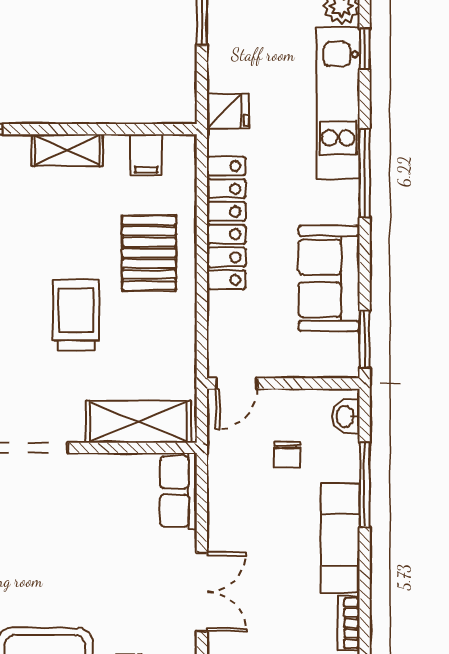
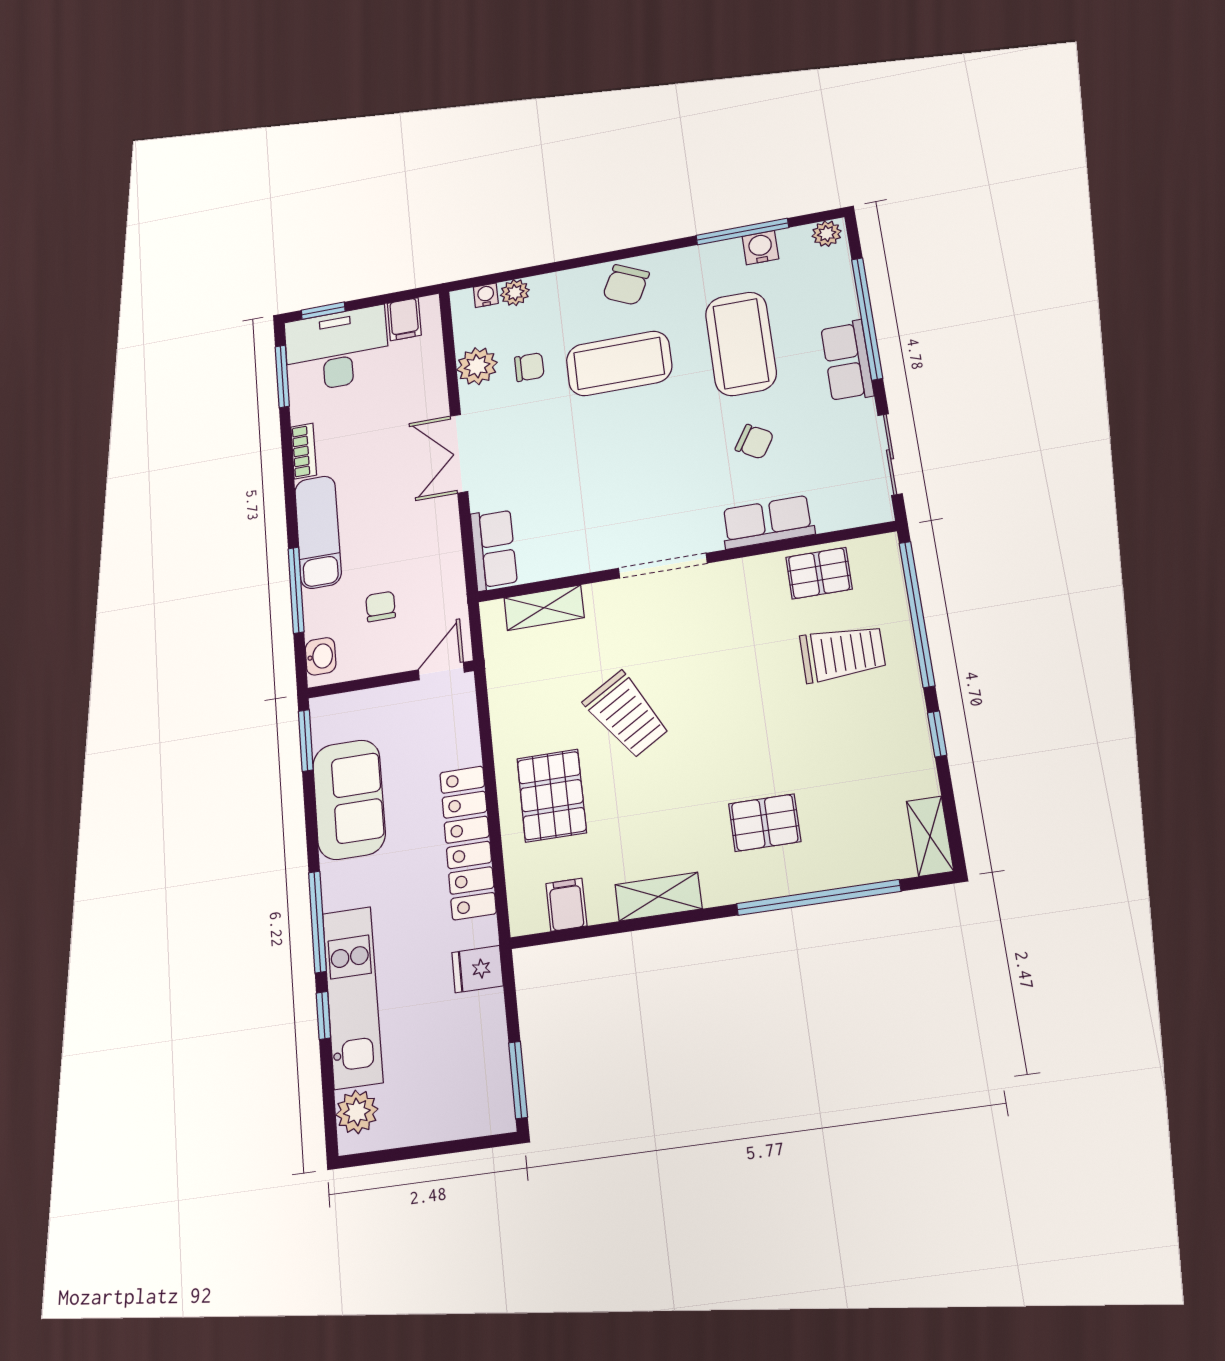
window: (365, 49) -> (323, 1015), moved
trolley: (76, 315) -> (626, 715), turned -32
shelving: (138, 422) -> (544, 608), width x0.67, depth x0.75

